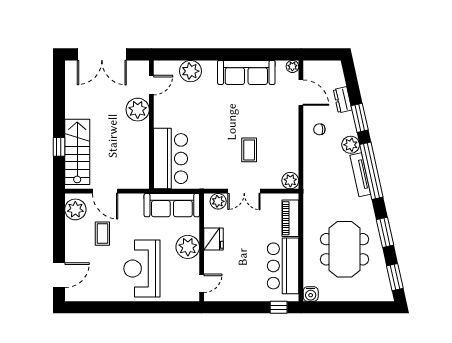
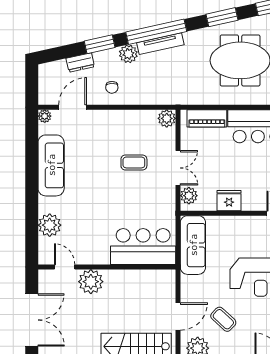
coffee table: (102, 234) -> (223, 319), turned 43
plant: (188, 247) -> (238, 228), removed

